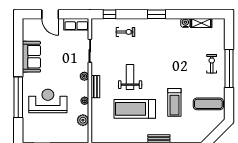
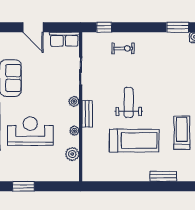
window: (157, 14) -> (178, 27), moved
treadmill: (174, 102) -> (182, 133), turned 180
treadmill: (135, 109) -> (134, 141), turned 180

